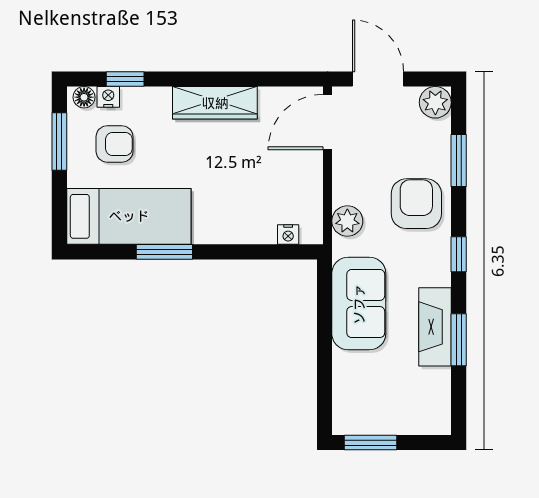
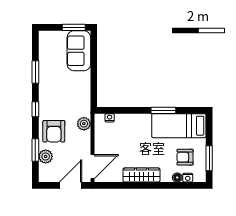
window: (125, 79) -> (180, 185), removed
door: (378, 79) -> (71, 185), swing flipped
floor lamp: (84, 97) -> (177, 177), moved
plant: (435, 102) -> (46, 156), moved
sofa: (359, 304) -> (79, 51), moved
fireplace: (435, 327) -> (46, 78), removed

